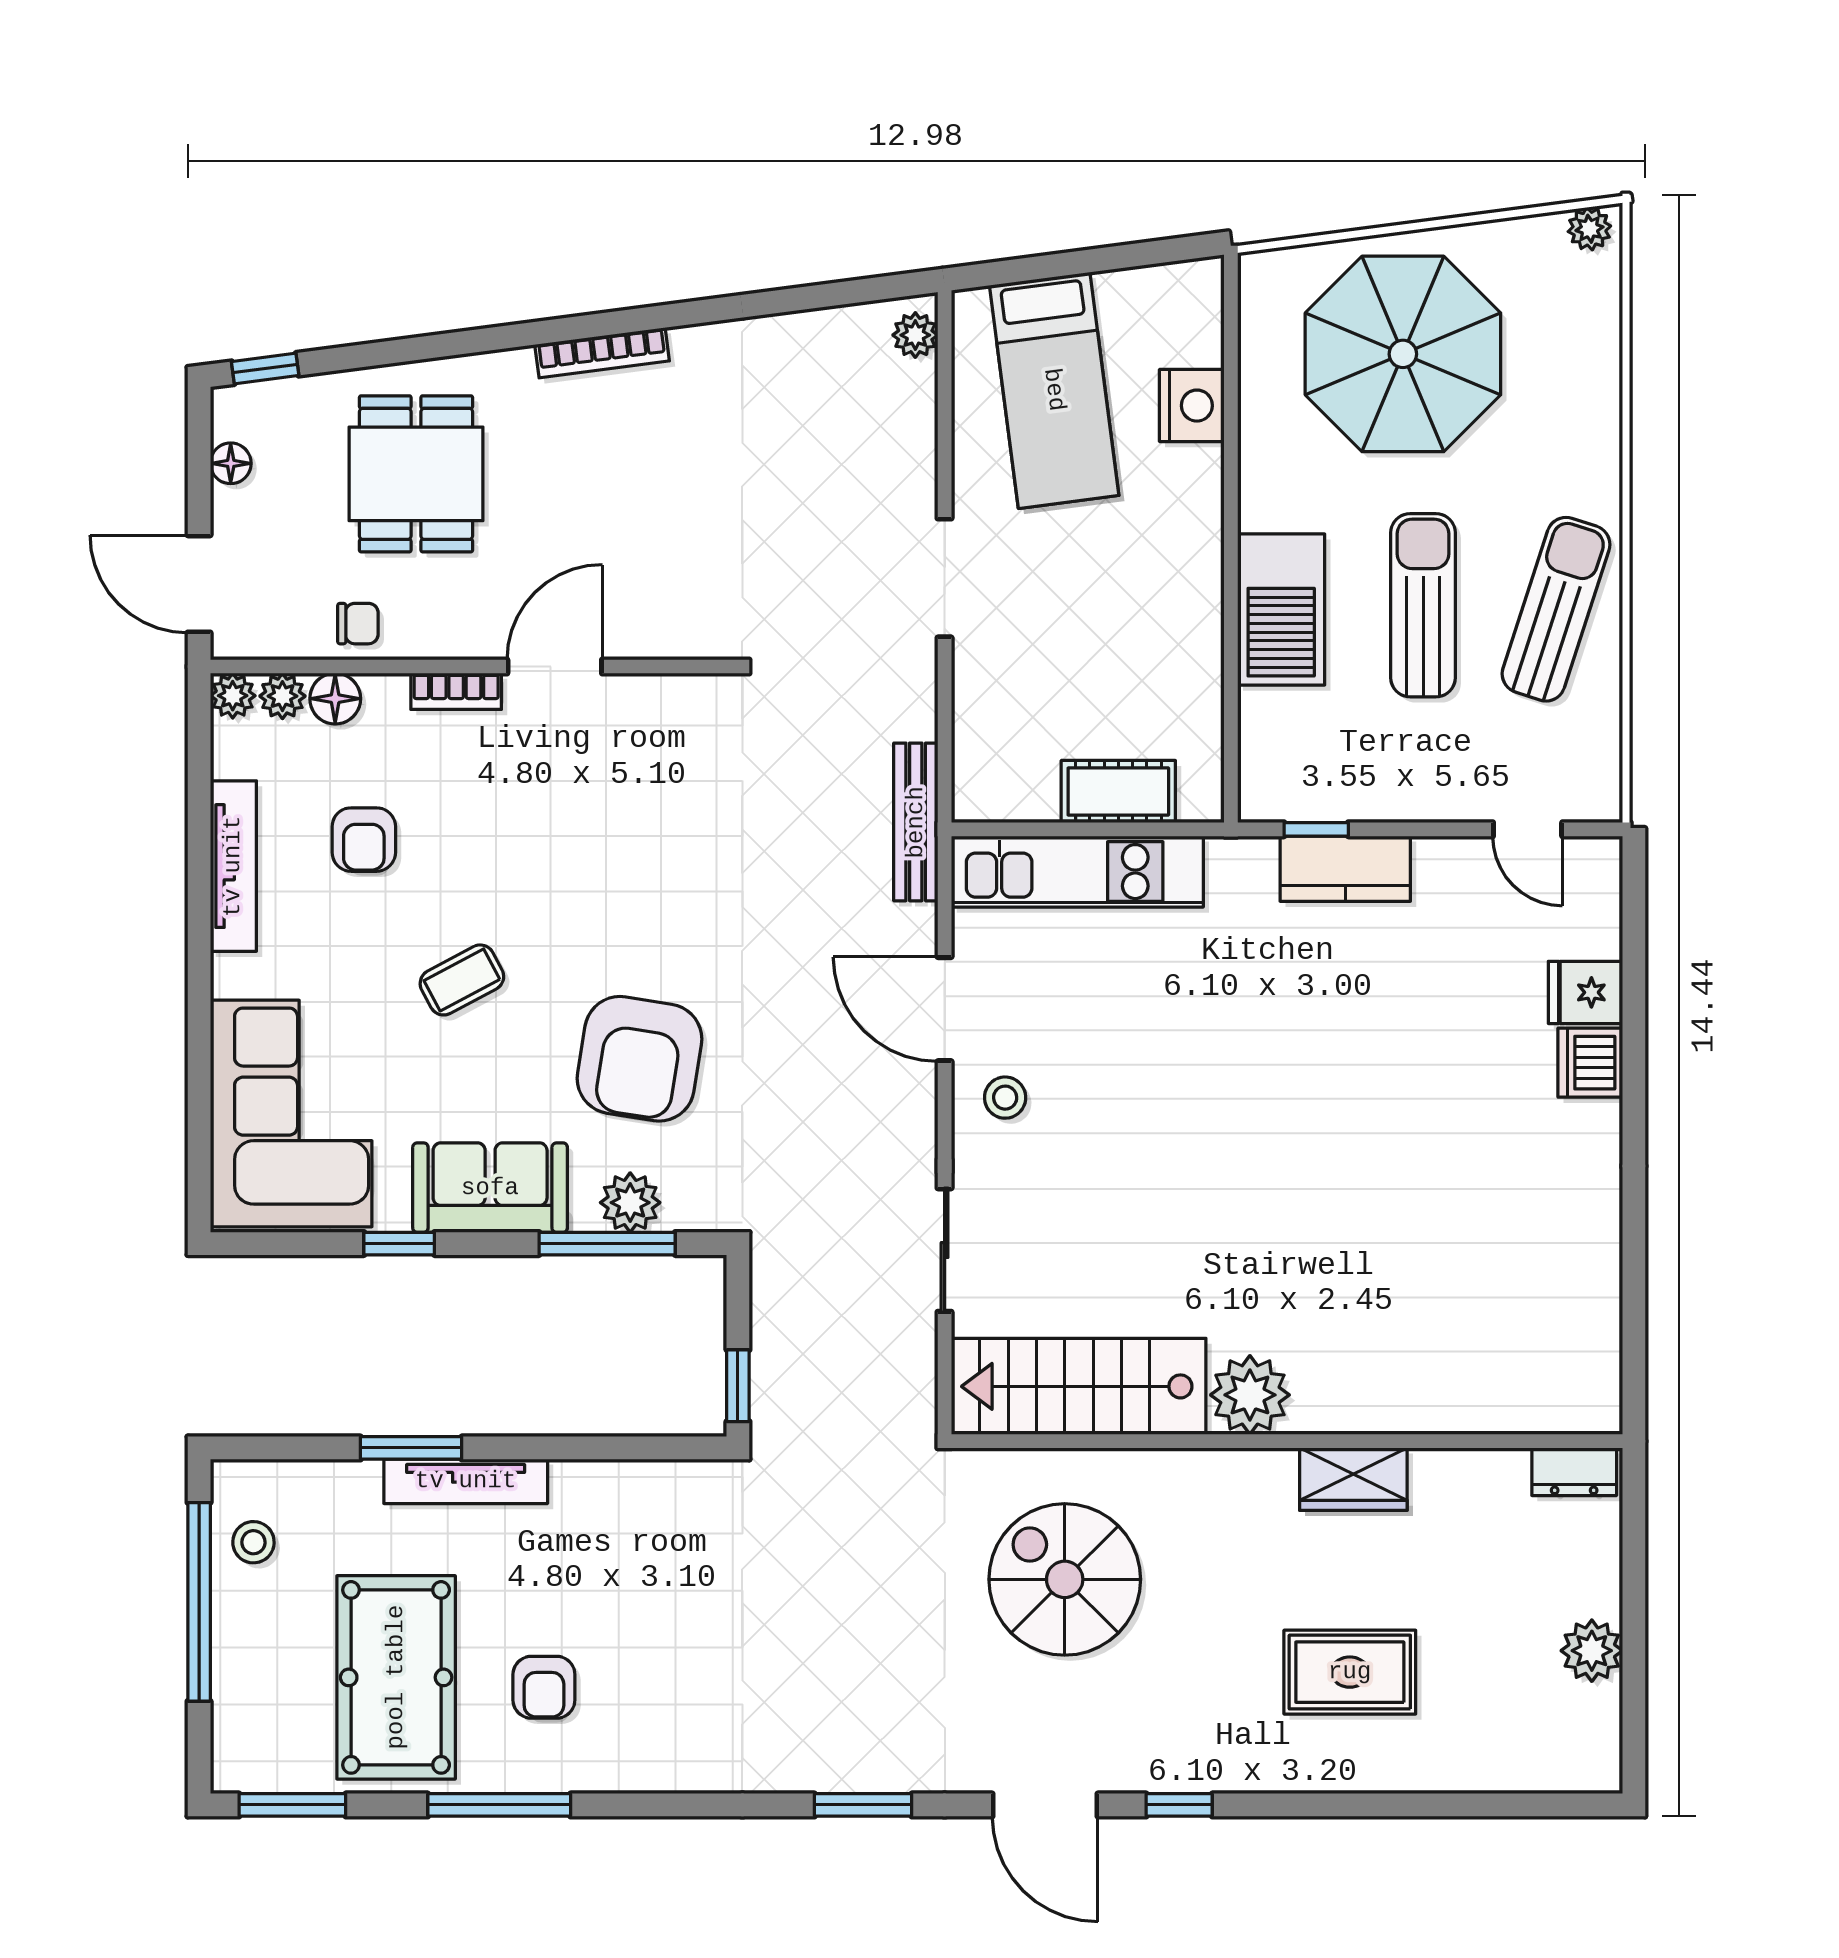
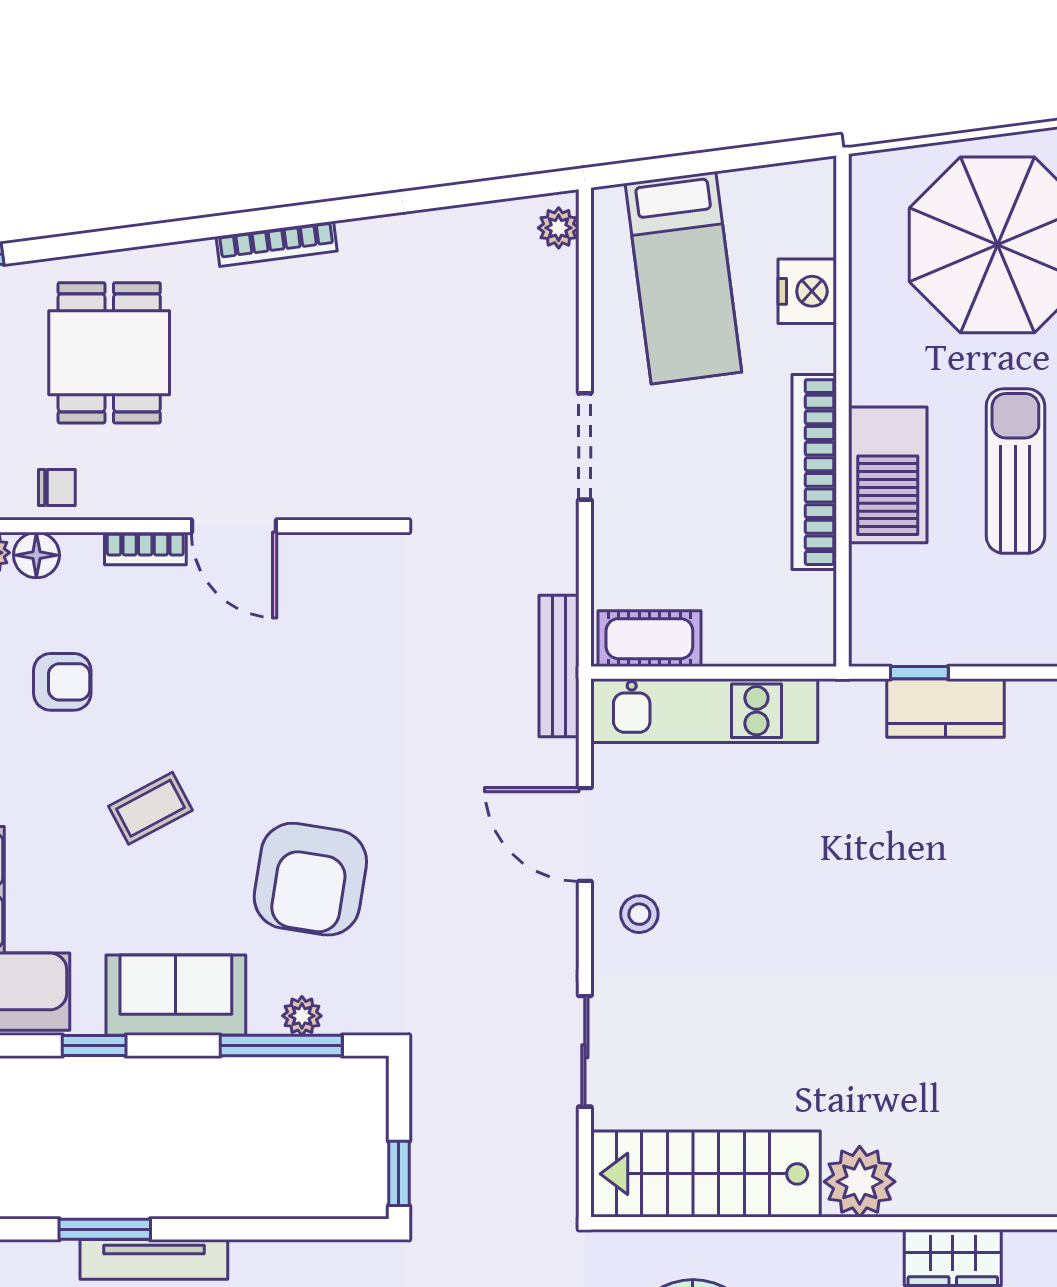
bookcase: (1199, 606) -> (814, 472), added
door: (555, 667) -> (234, 526), swing flipped
cot: (1118, 792) -> (649, 639), moved
armchair: (364, 840) -> (62, 682), turned -90
plant: (630, 1203) -> (302, 1016), width x0.73, depth x0.73

